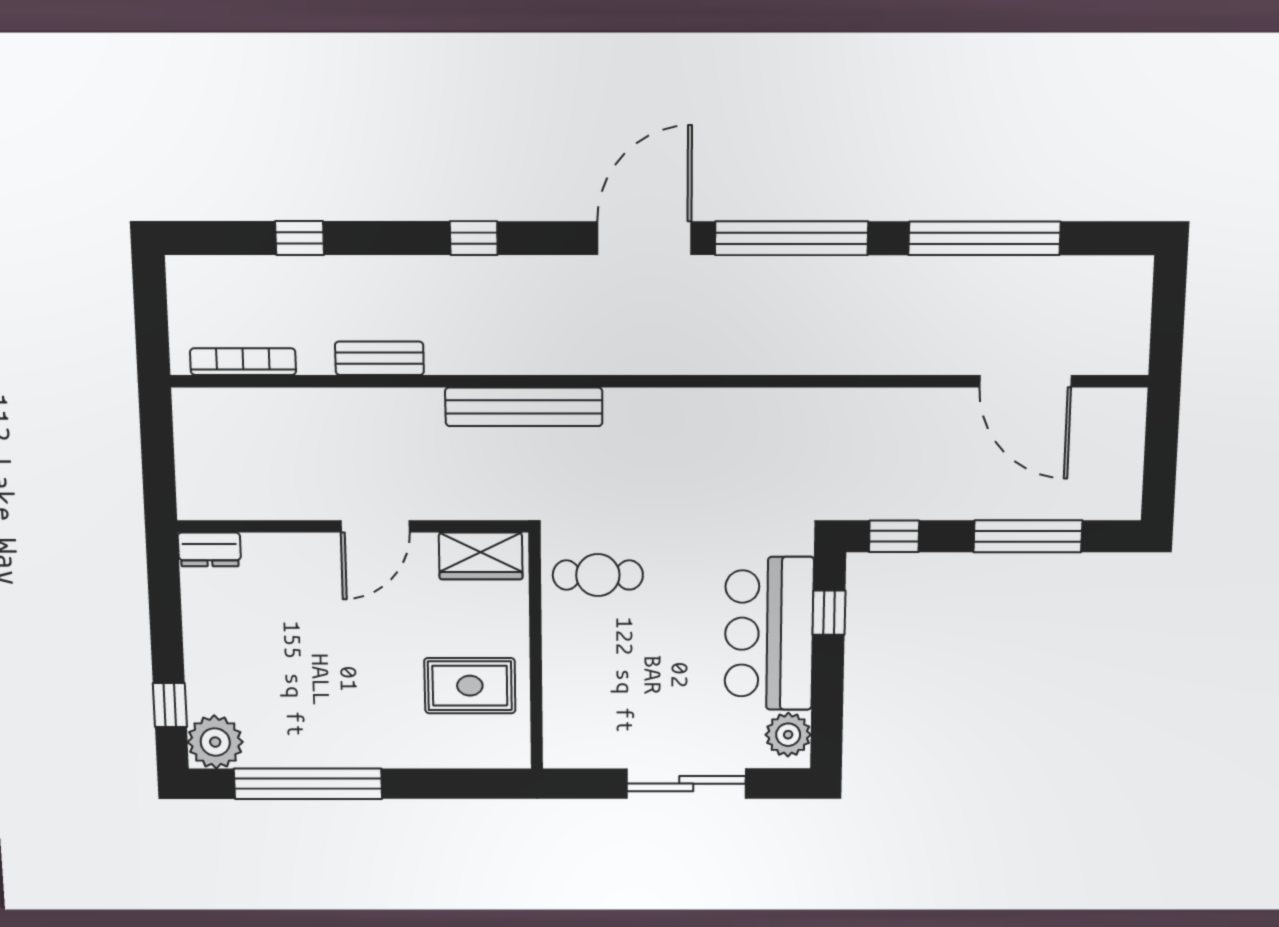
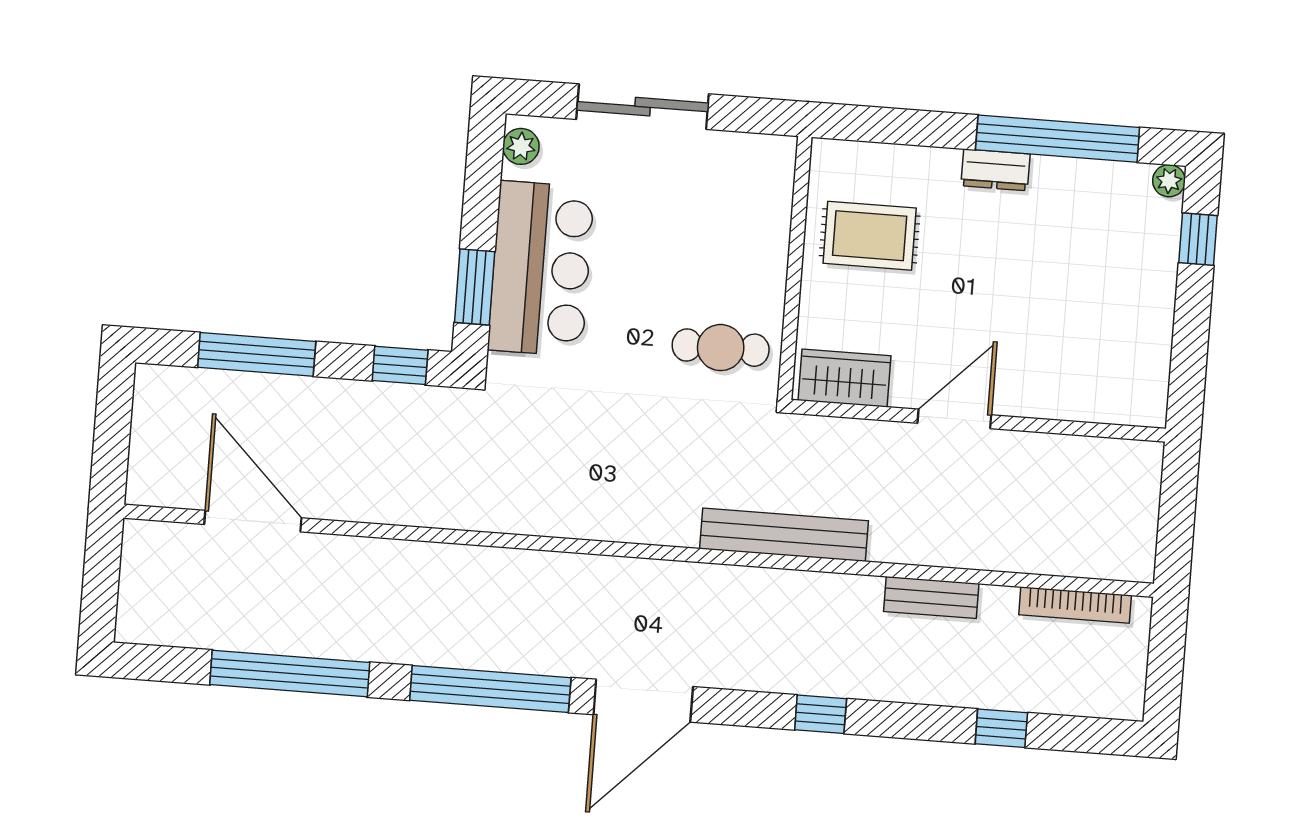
dresser: (209, 549) -> (995, 170), moved, turned 180
window: (829, 613) -> (475, 287), width x1.50
plant: (788, 735) -> (521, 146), width x0.73, depth x0.73
plant: (215, 742) -> (1169, 181), width x0.53, depth x0.53

